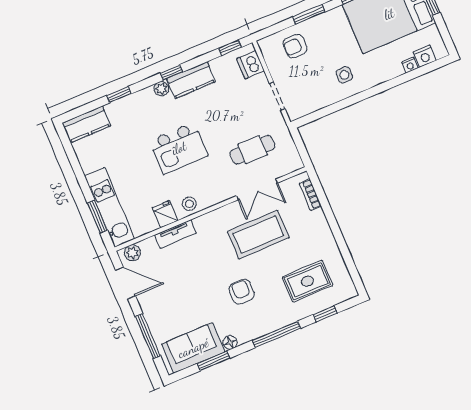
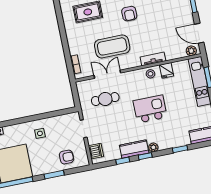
window: (230, 48) -> (123, 161), moved
tv unit: (175, 234) -> (153, 59), moved

